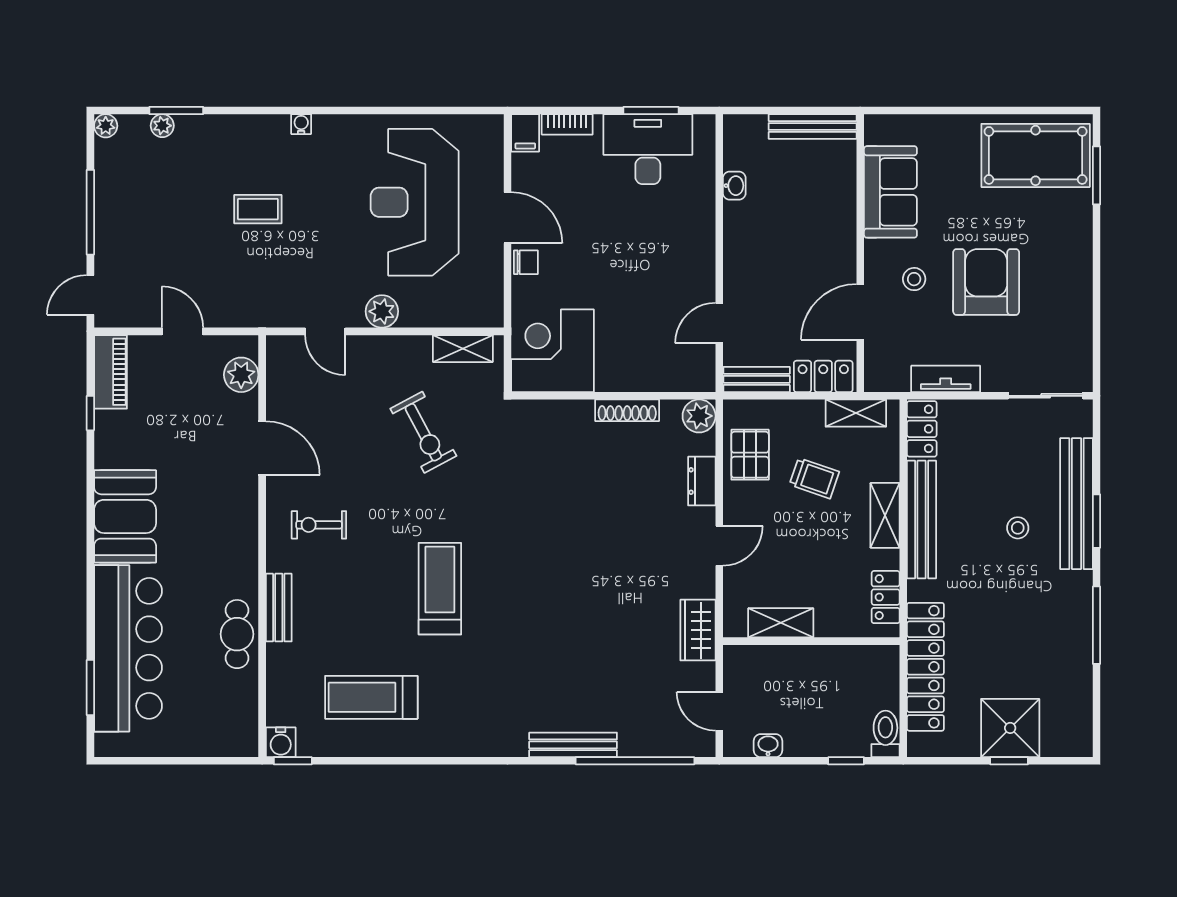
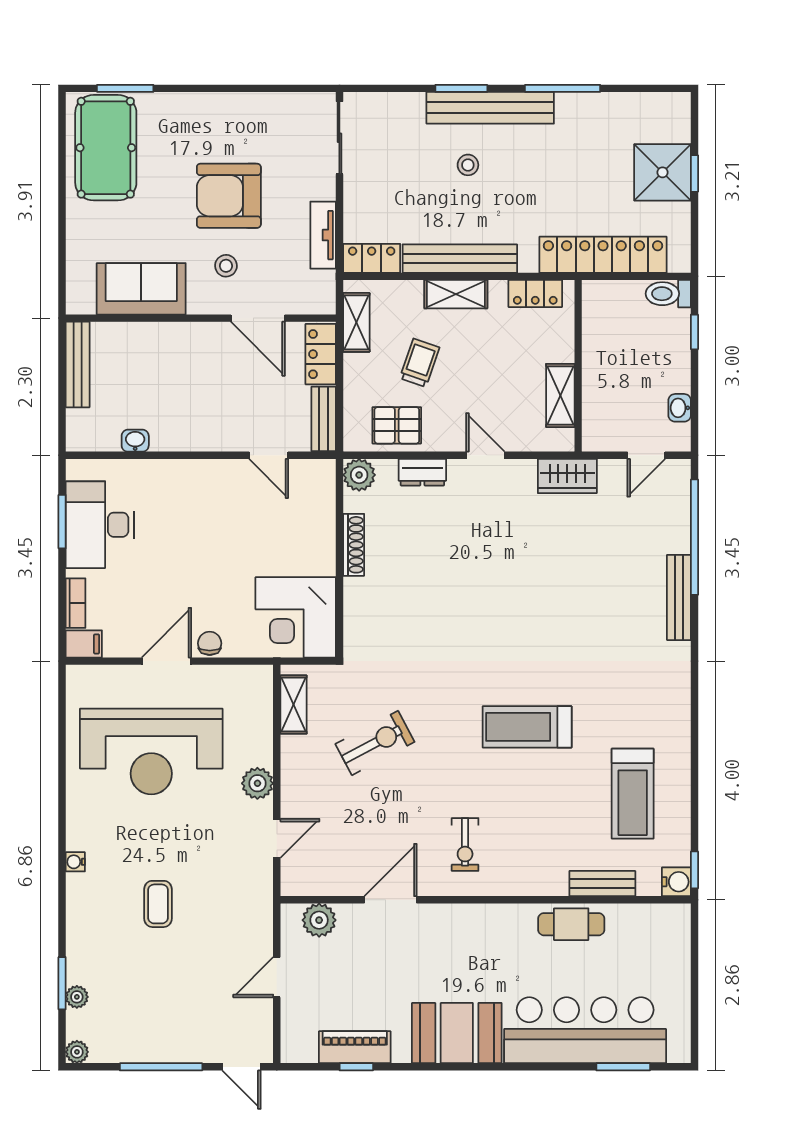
piano: (110, 372) -> (355, 1047), moved
bench: (1077, 504) -> (490, 108), moved
bench: (279, 608) -> (602, 884), moved

